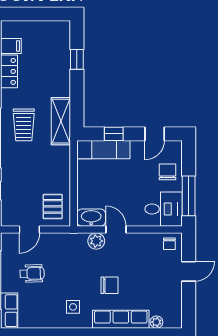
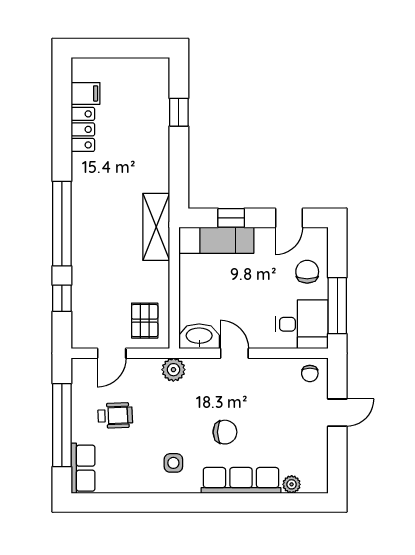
shelving: (61, 121) -> (156, 227), moved
trolley: (24, 125) -> (104, 205), removed
plant: (96, 241) -> (173, 370), moved

